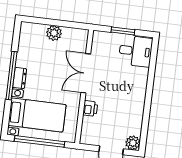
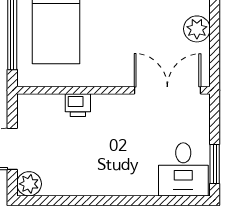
window: (123, 31) -> (215, 164), moved
double door: (86, 73) -> (167, 90), moved

